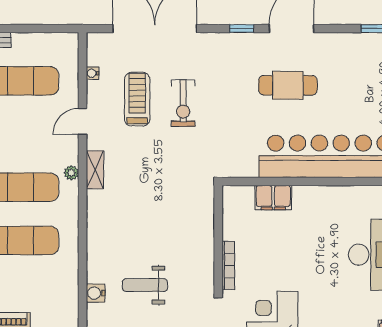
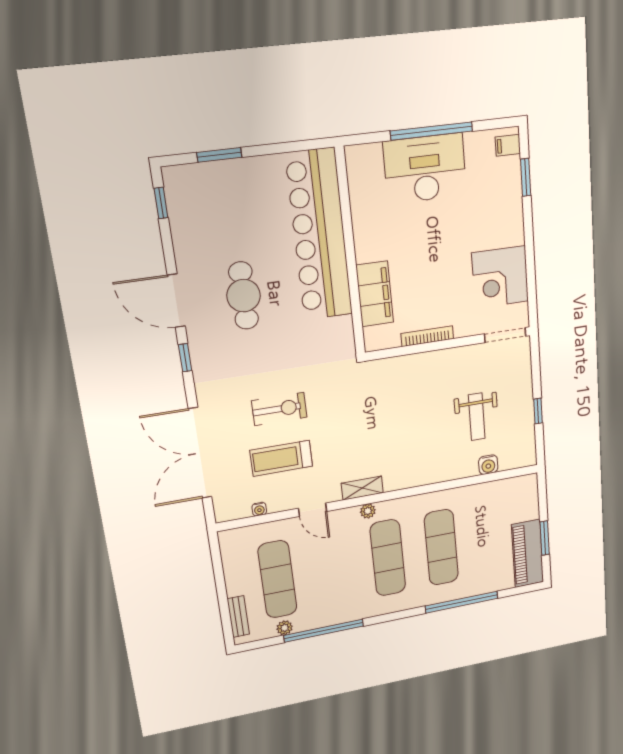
filing cabinet: (273, 198) -> (375, 294), width x1.50, depth x1.17
bookcase: (228, 265) -> (427, 336), moved

